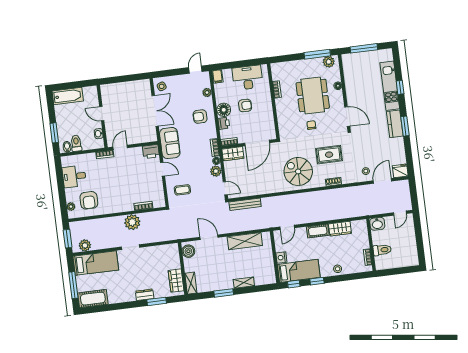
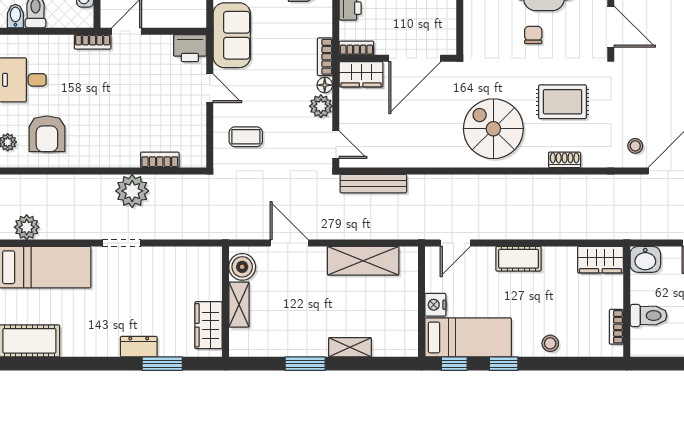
wardrobe: (340, 229) -> (600, 260), moved
shelving: (191, 283) -> (239, 305), moved

